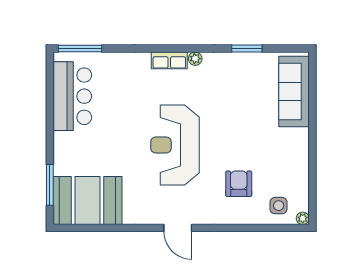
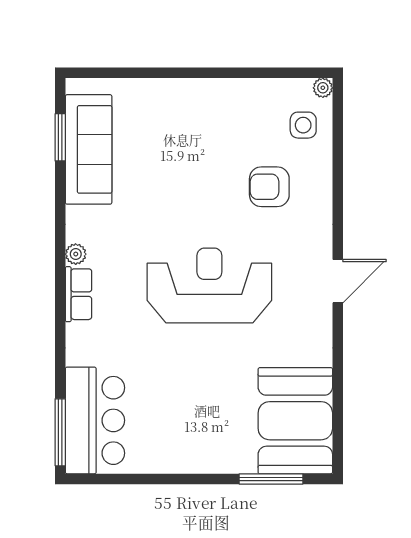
window: (247, 49) -> (60, 137), moved
sofa: (294, 91) -> (89, 149), moved, turned -90
bar counter: (72, 96) -> (95, 420), moved, turned 90
reception desk: (175, 145) -> (209, 285), turned 180

